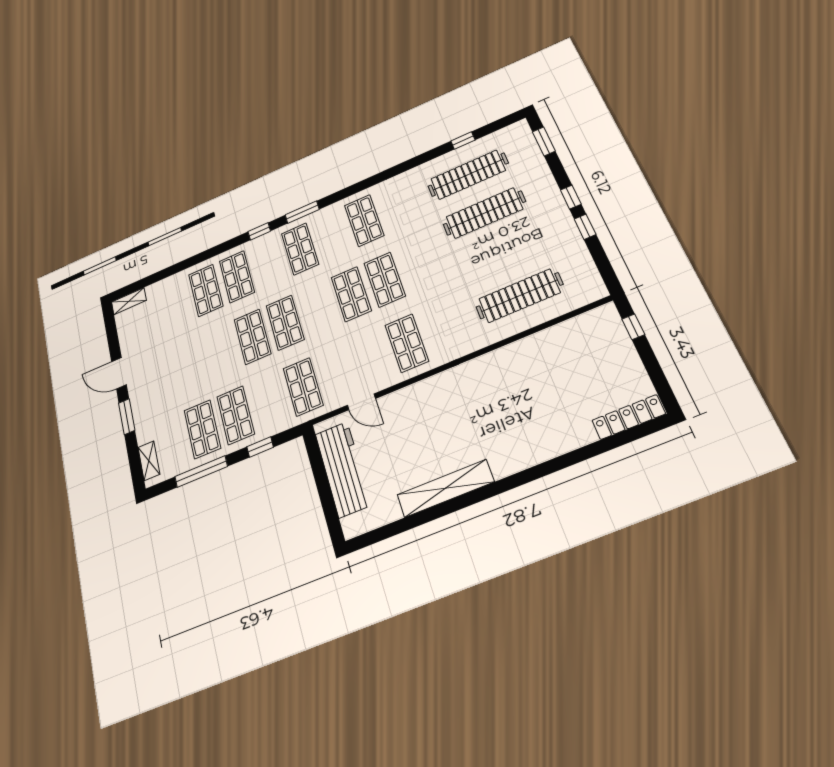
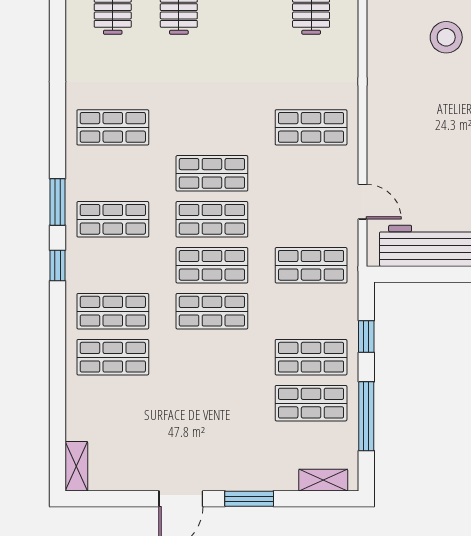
shop shelf: (385, 280) -> (212, 219), moved
door: (361, 402) -> (362, 202), hinge flipped
stool: (513, 408) -> (446, 37), added

